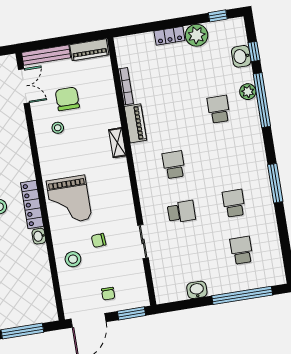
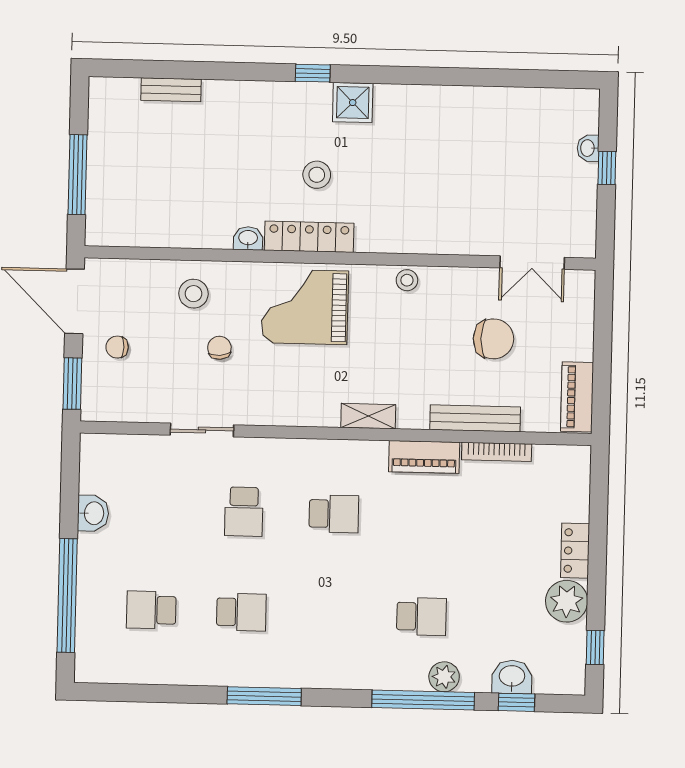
bench: (46, 55) -> (475, 418), moved, turned 90
stool: (58, 128) -> (407, 280), moved
shelving: (117, 143) -> (368, 416), moved
school desk: (241, 250) -> (151, 610), turned 180

